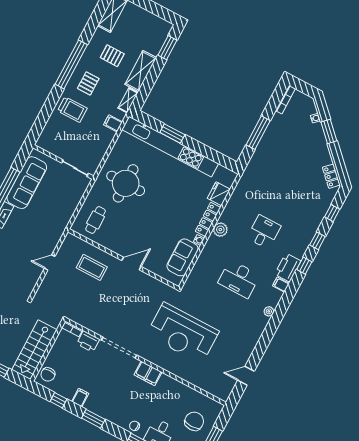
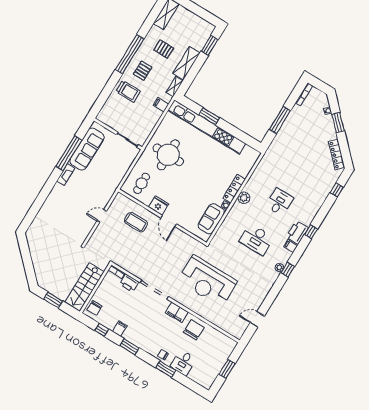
locker: (331, 176) -> (337, 155), width x1.53
fridge: (219, 194) -> (159, 206), moved, turned 90
window: (317, 241) -> (288, 270), moved
door: (131, 264) -> (169, 221), swing flipped
chair: (194, 421) -> (194, 330), moved

